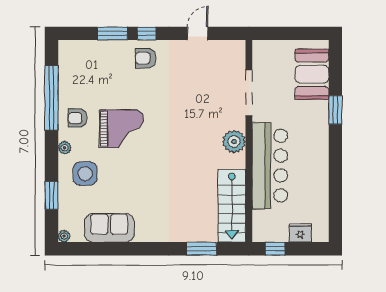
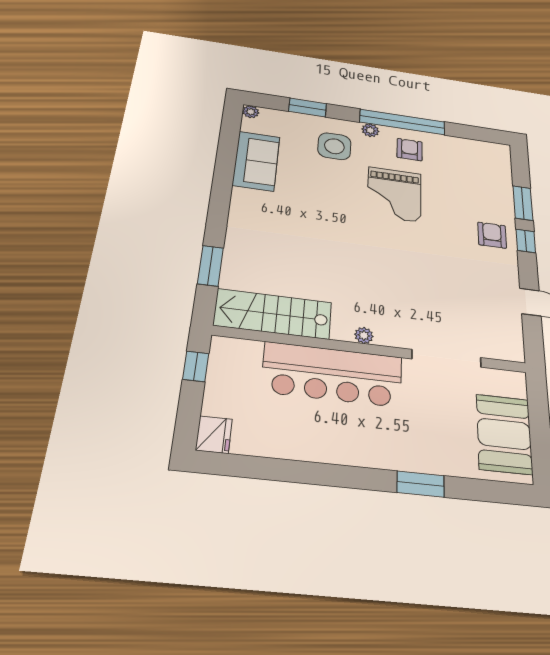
booth: (312, 74) -> (504, 434), moved, turned 90
window: (51, 98) -> (402, 122), moved
plant: (234, 142) -> (364, 335), width x0.53, depth x0.53
fridge: (300, 233) -> (214, 435), moved

